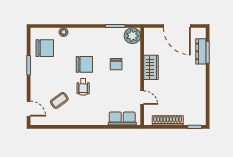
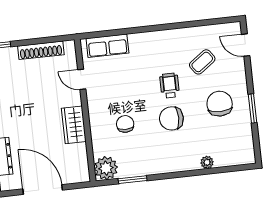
chair: (45, 48) -> (220, 104), moved, turned 90

